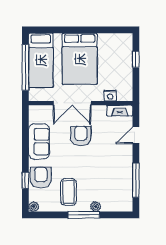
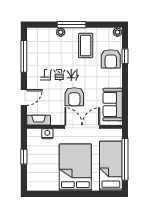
window: (136, 59) -> (24, 157), moved
sofa: (39, 141) -> (113, 105), moved

